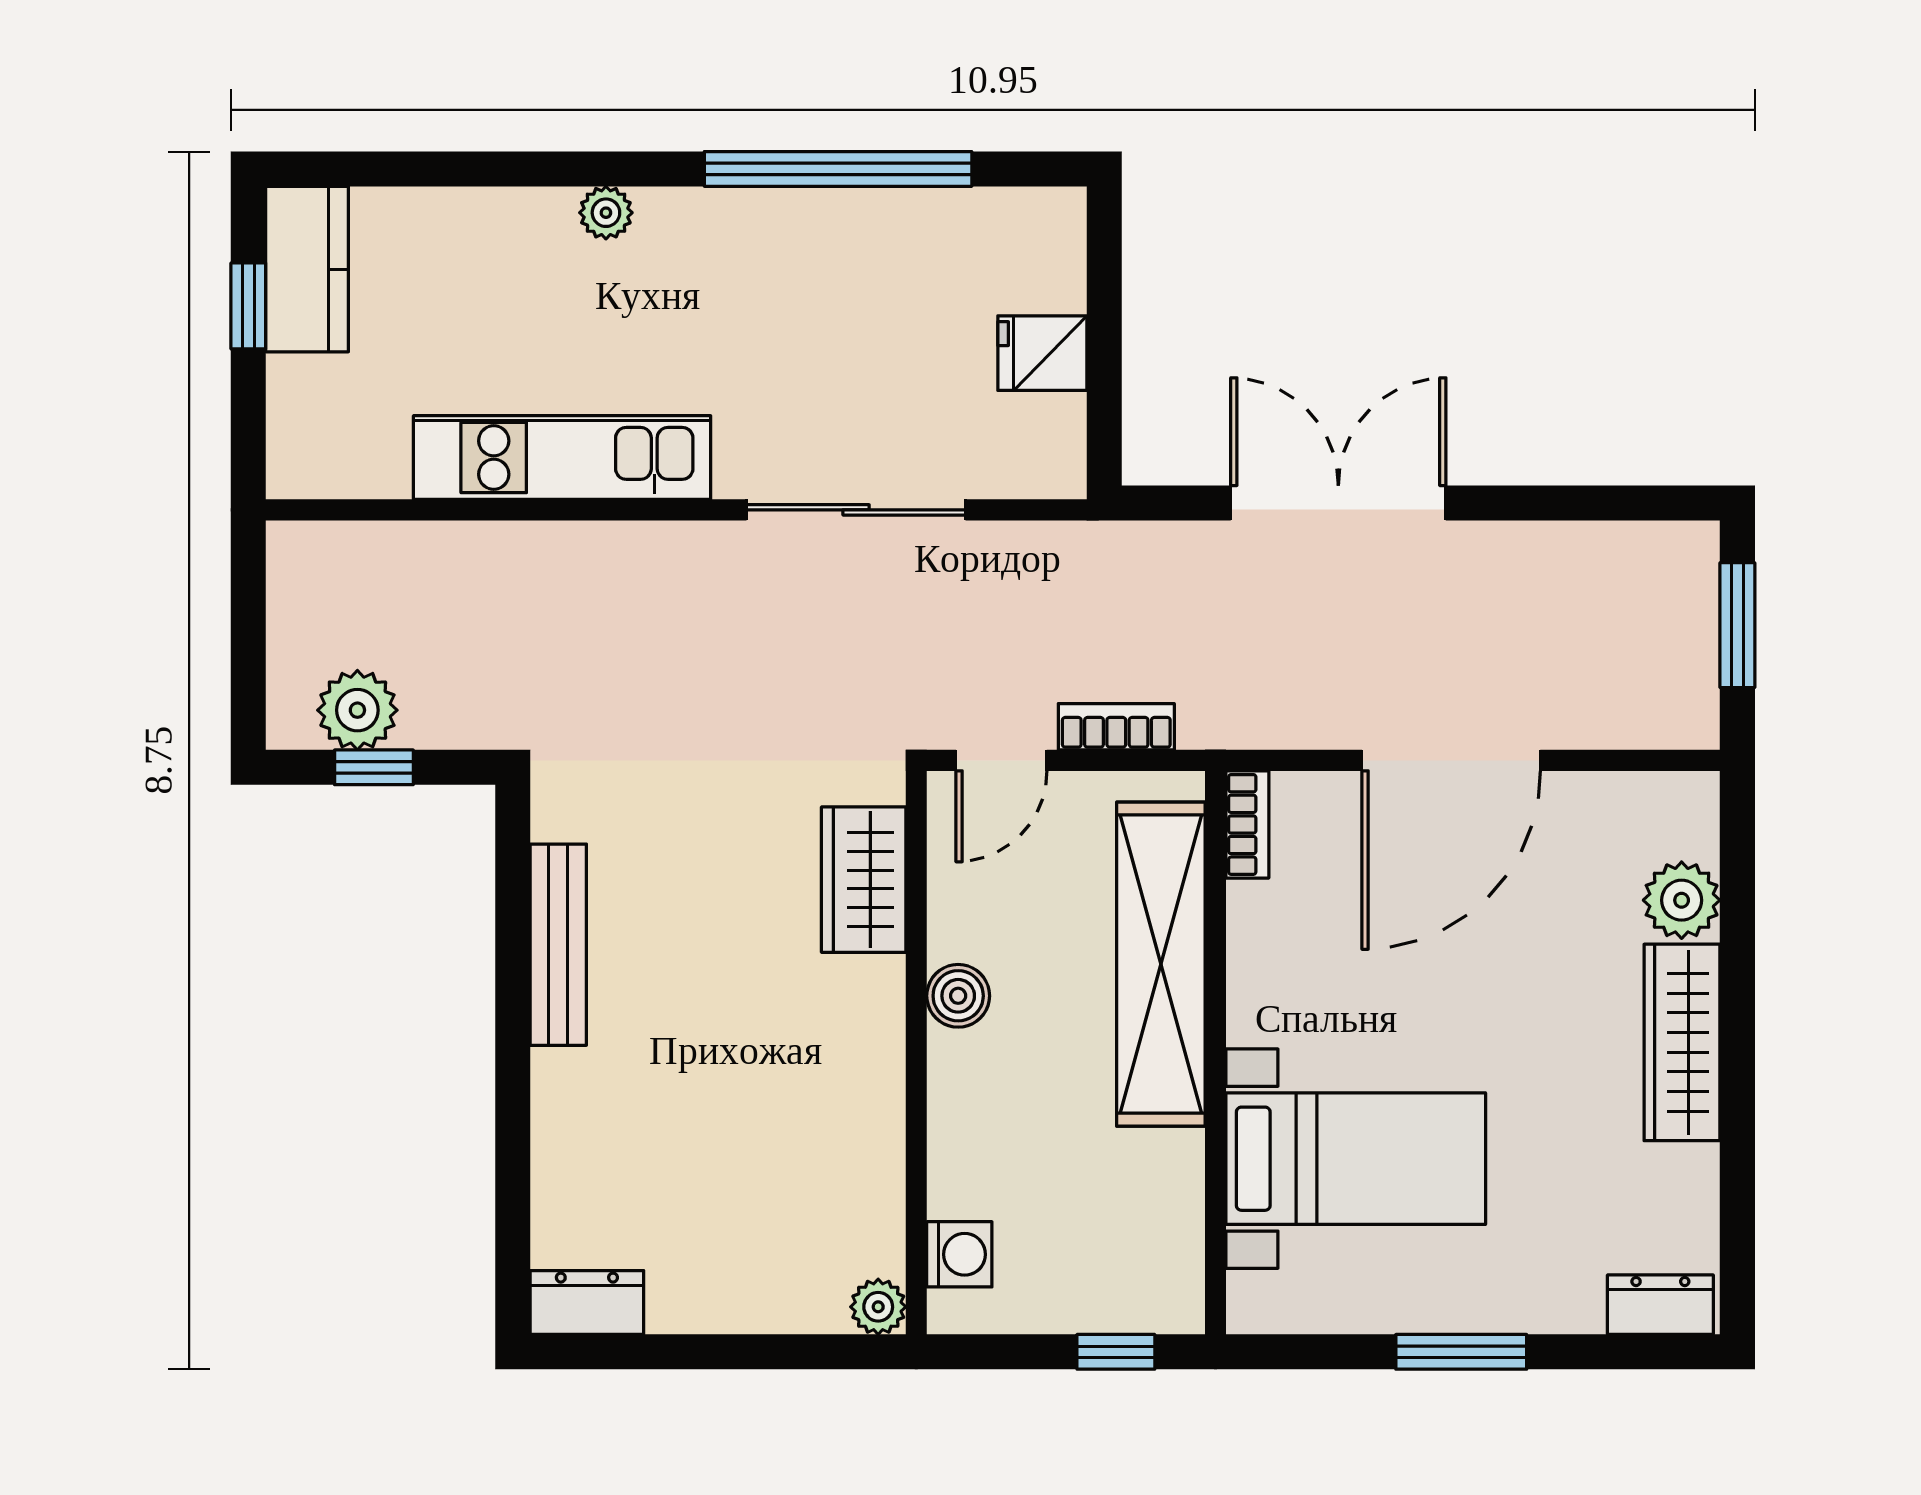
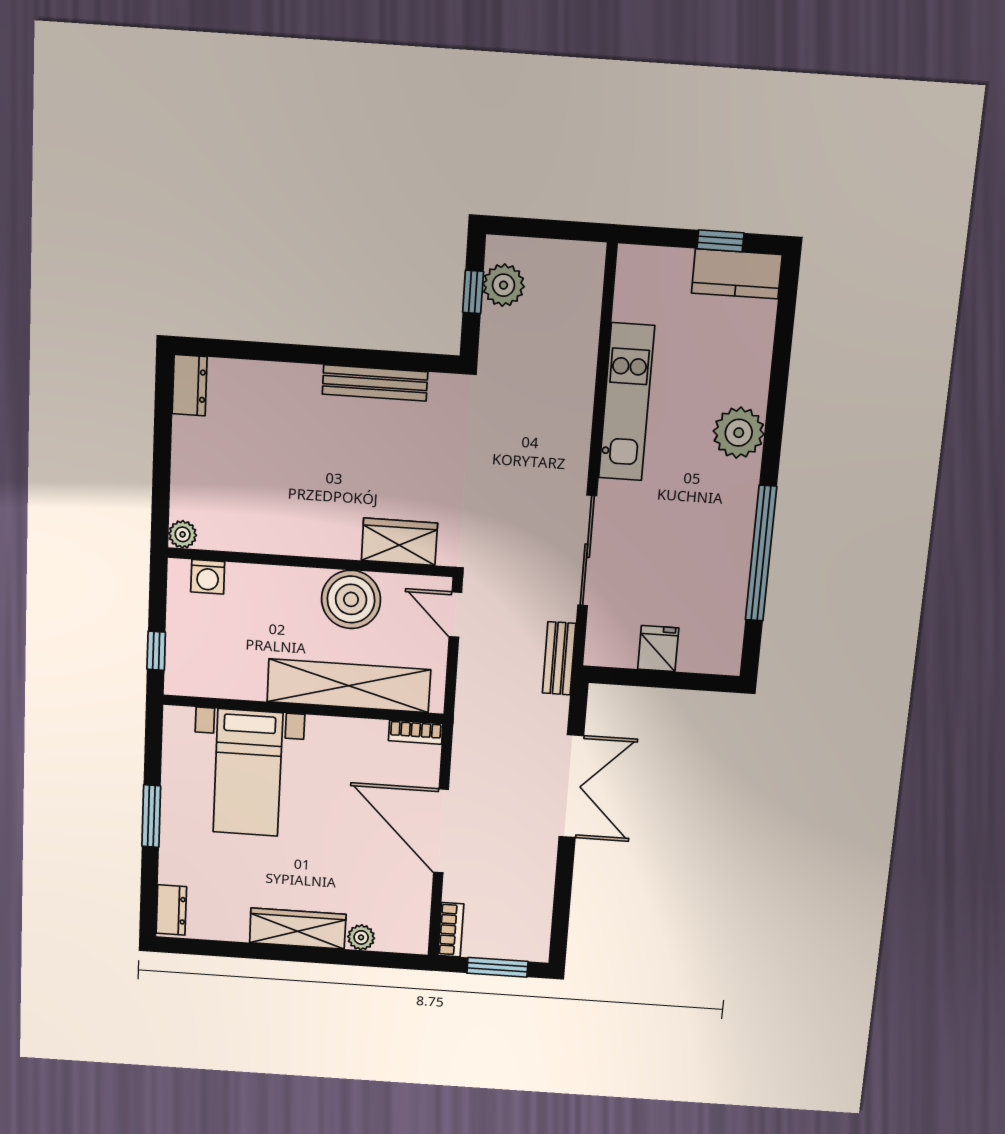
plant: (606, 213) -> (739, 433), width x1.88, depth x1.88
bench: (1076, 548) -> (559, 658), added
bookcase: (1116, 727) -> (451, 930), moved
plant: (1682, 900) -> (361, 937), width x0.73, depth x0.73
boiler: (958, 996) -> (351, 599), width x1.86, depth x1.86

